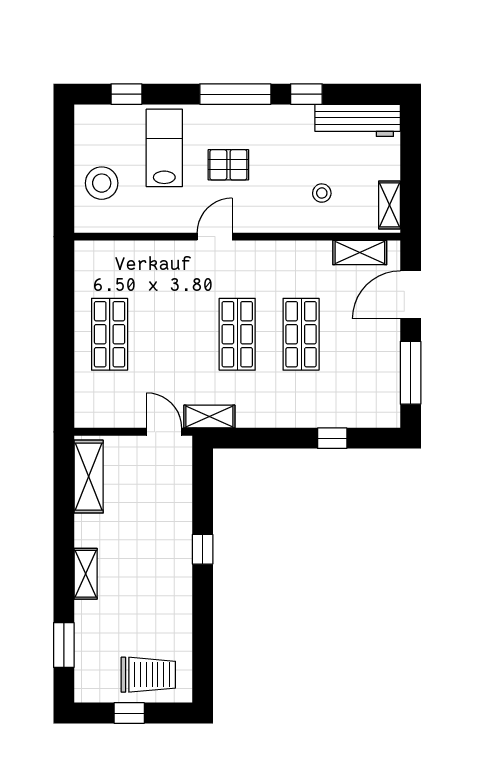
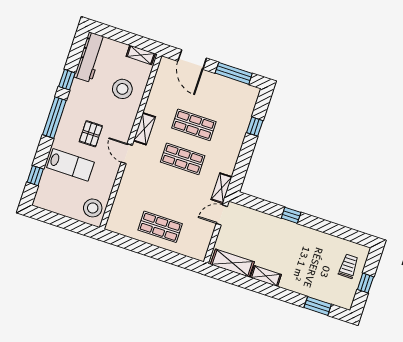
lab bench: (164, 148) -> (71, 165), turned 180
stool: (102, 183) -> (93, 208), moved
stool: (322, 193) -> (122, 89), width x1.89, depth x1.89
shelving: (360, 253) -> (144, 129), moved
shelving: (86, 574) -> (266, 276), moved
trolley: (148, 675) -> (348, 266), width x0.73, depth x0.72

